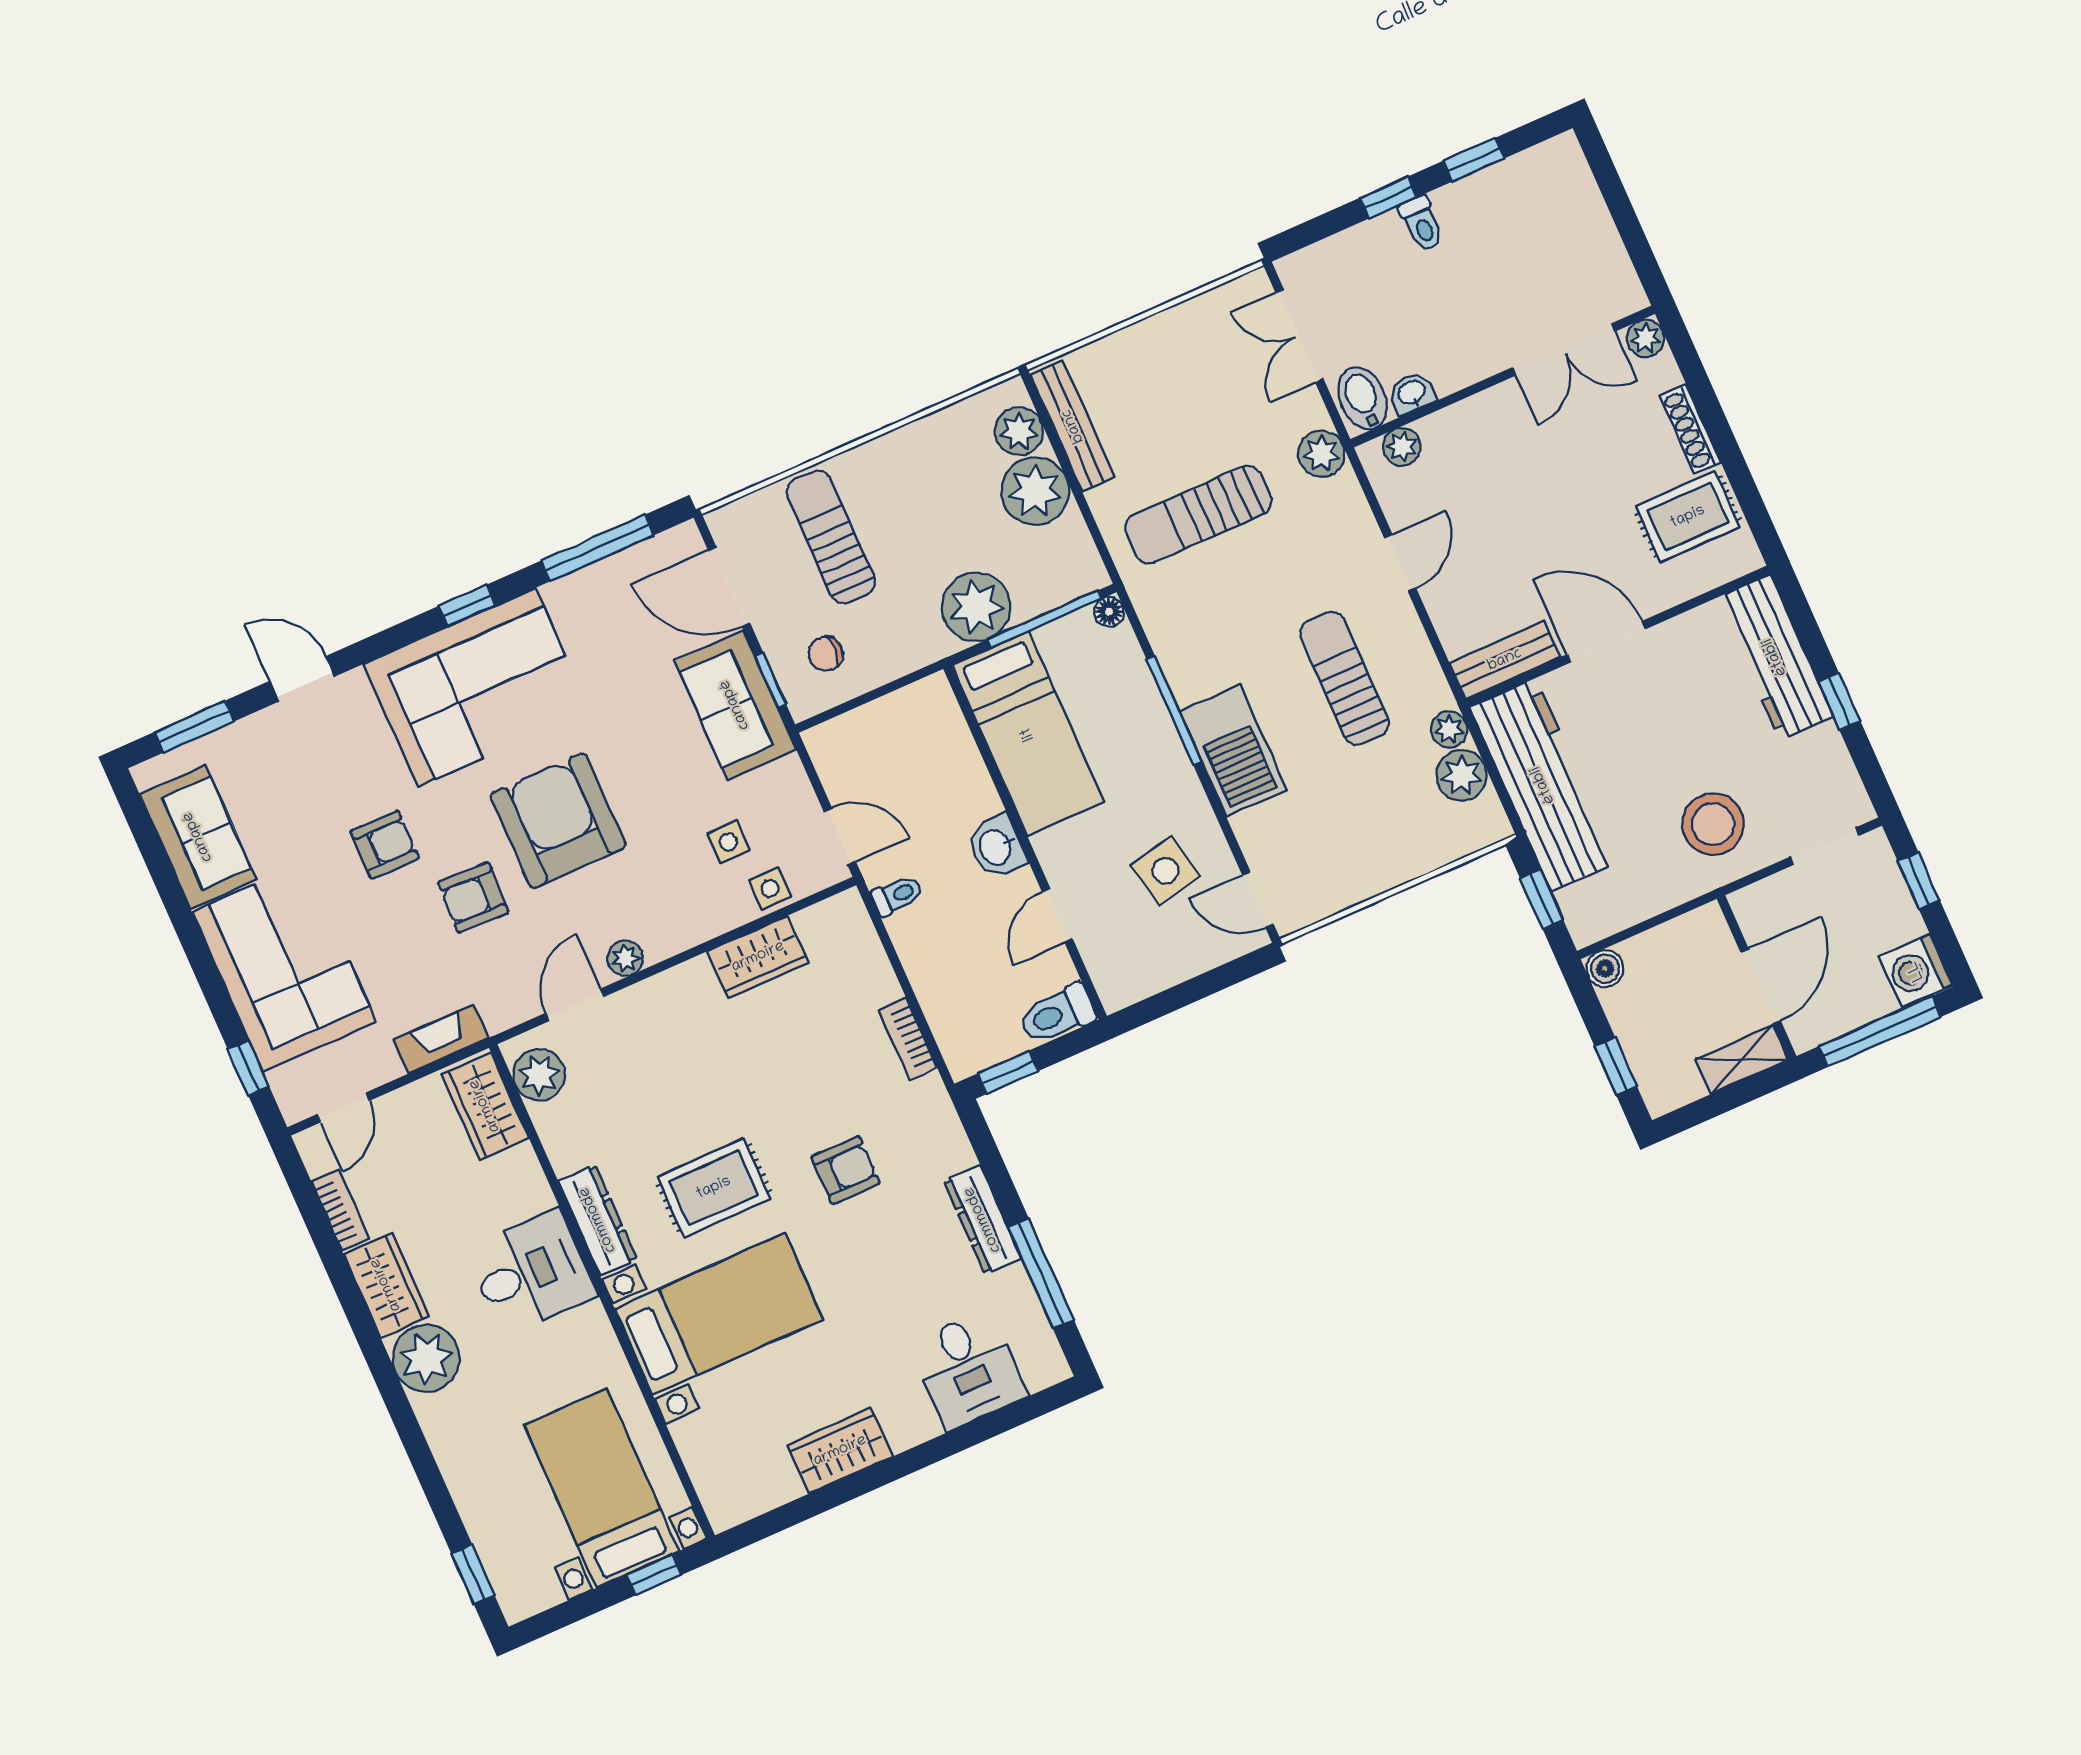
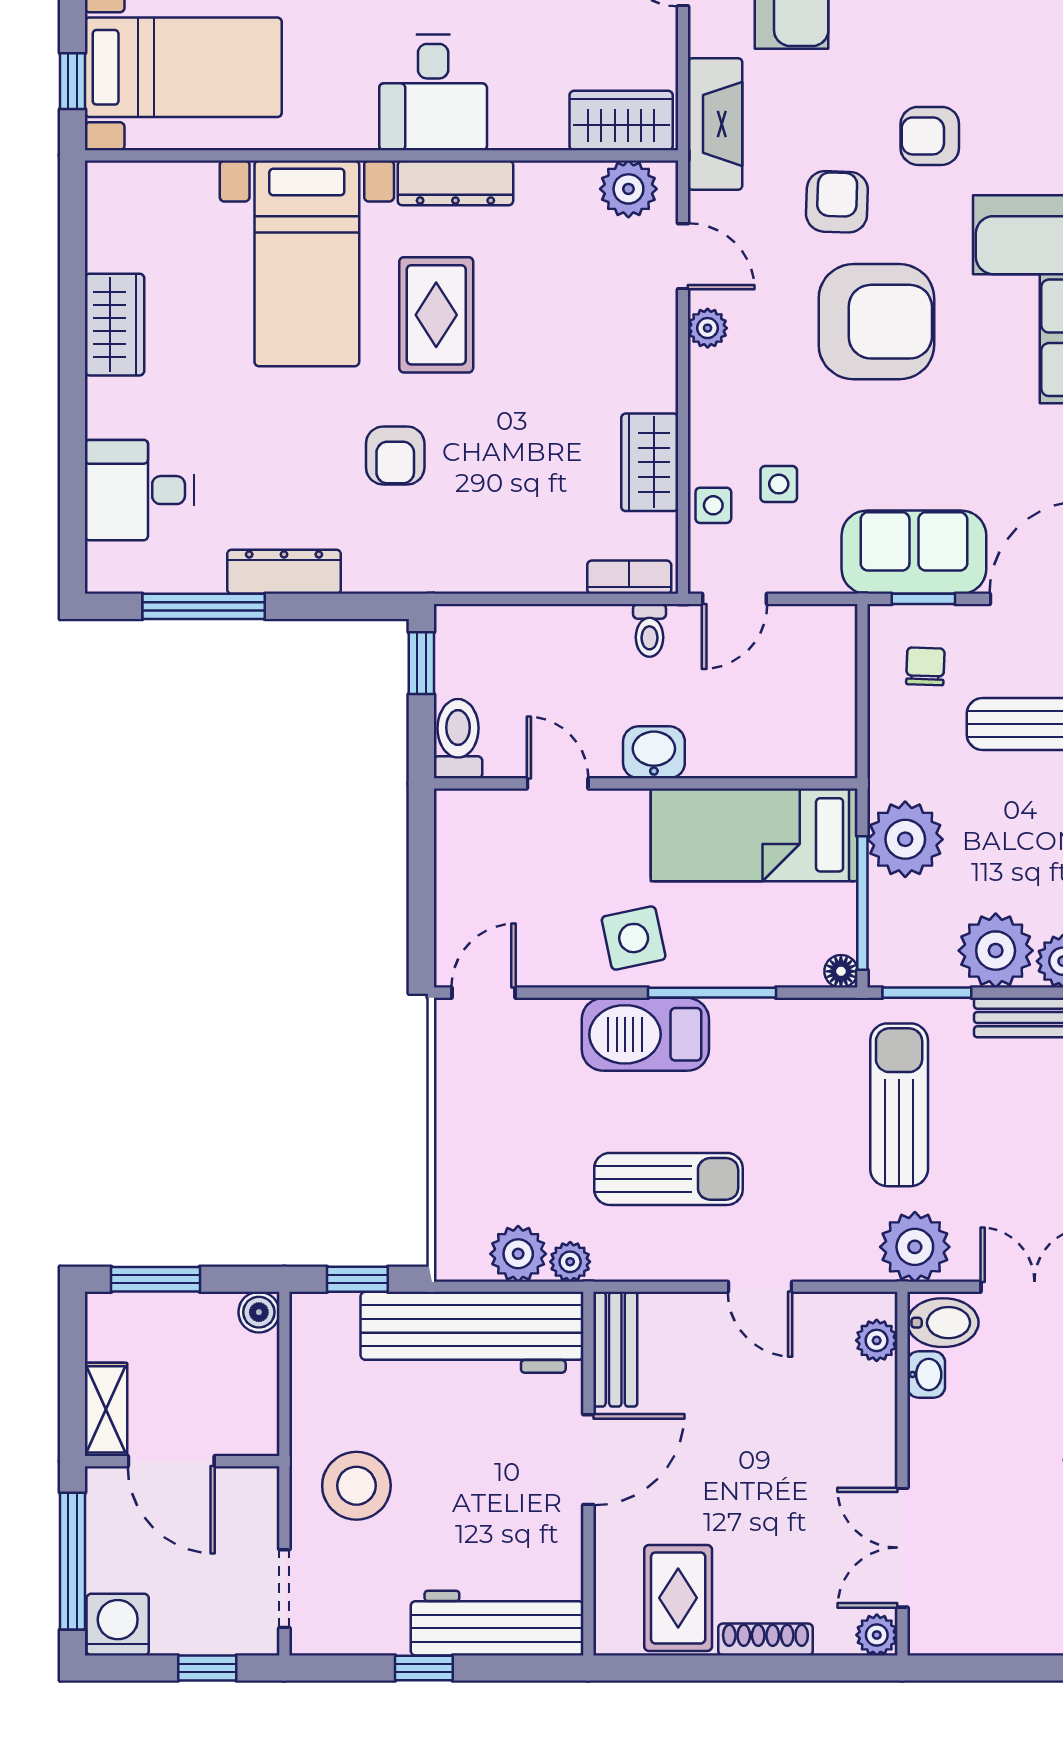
plant: (1321, 454) -> (915, 1247), width x1.36, depth x1.36
window: (1095, 533) -> (927, 993), added
armchair: (385, 845) -> (930, 136), turned 90
side table: (1165, 871) -> (634, 938), moved
fireplace: (441, 1039) -> (715, 124), width x1.37, depth x1.32
bookcase: (908, 1039) -> (629, 577), moved
window: (1616, 1066) -> (155, 1279), width x1.50

